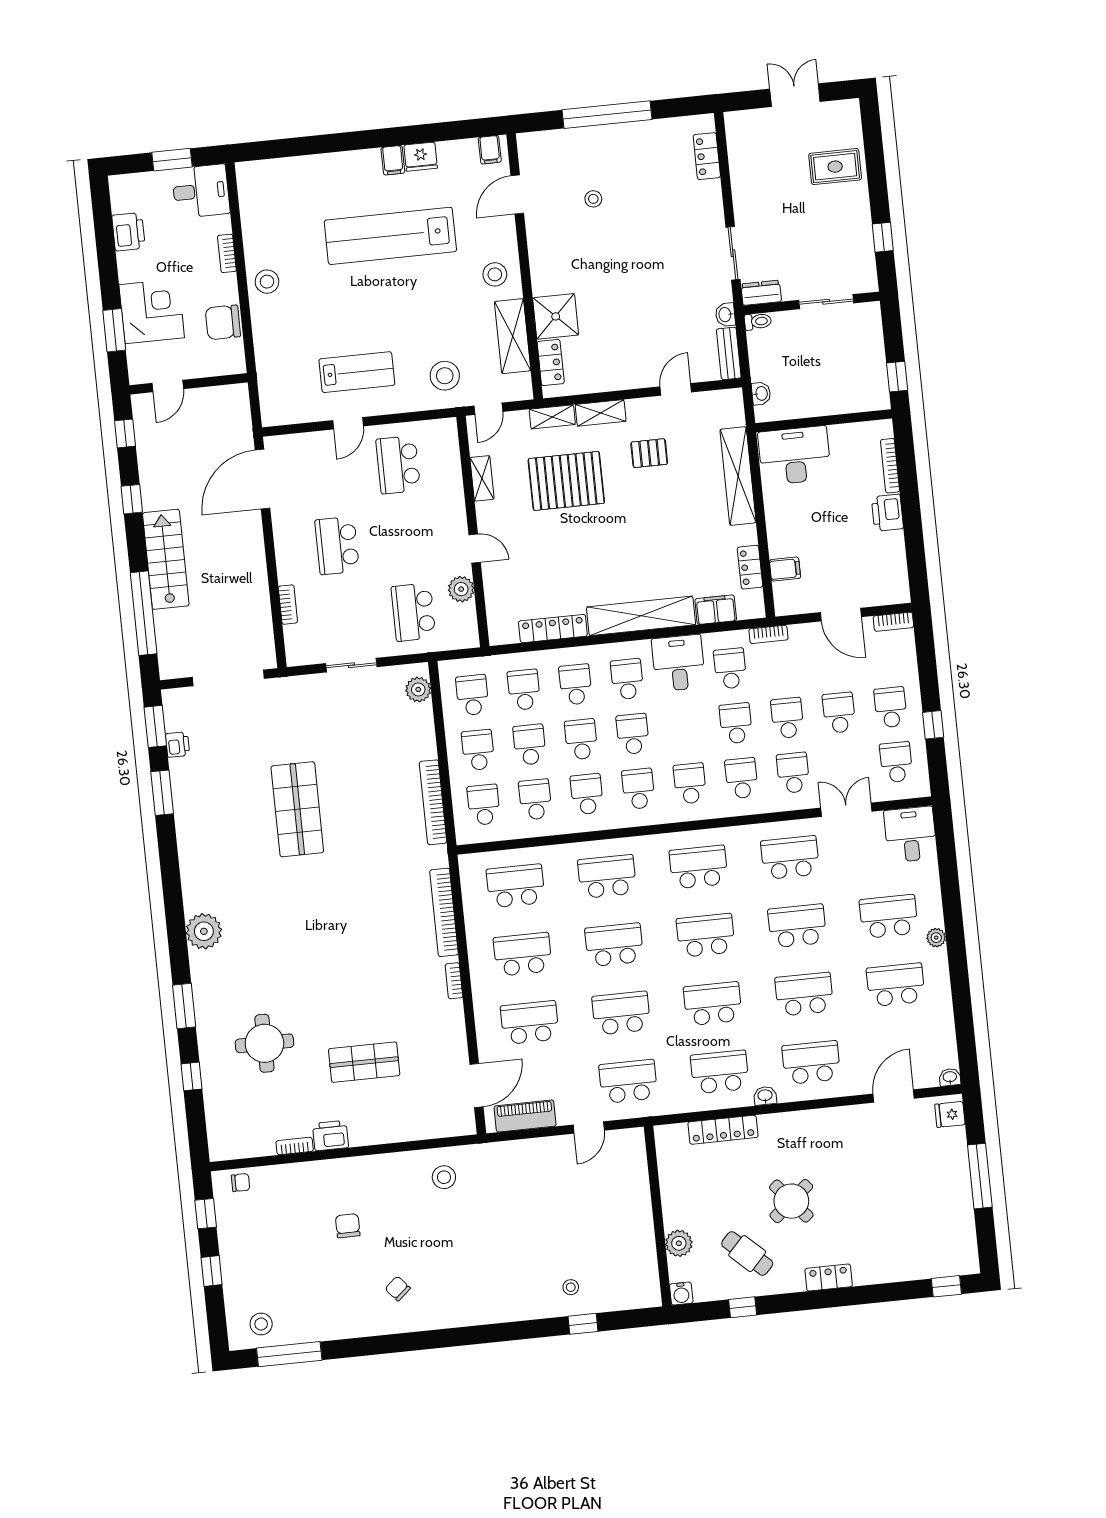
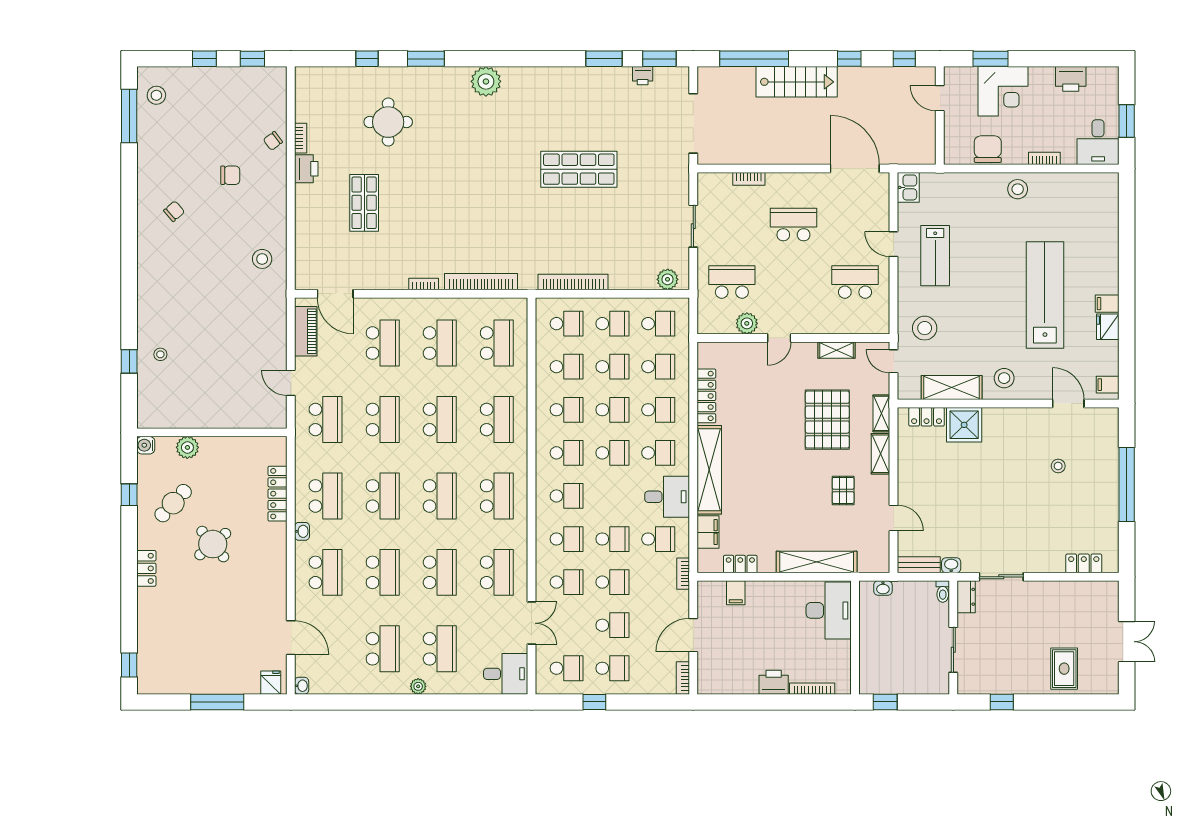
kitchen sink: (278, 413) -> (908, 187), added
chair: (241, 1183) -> (273, 141), moved, turned 53

